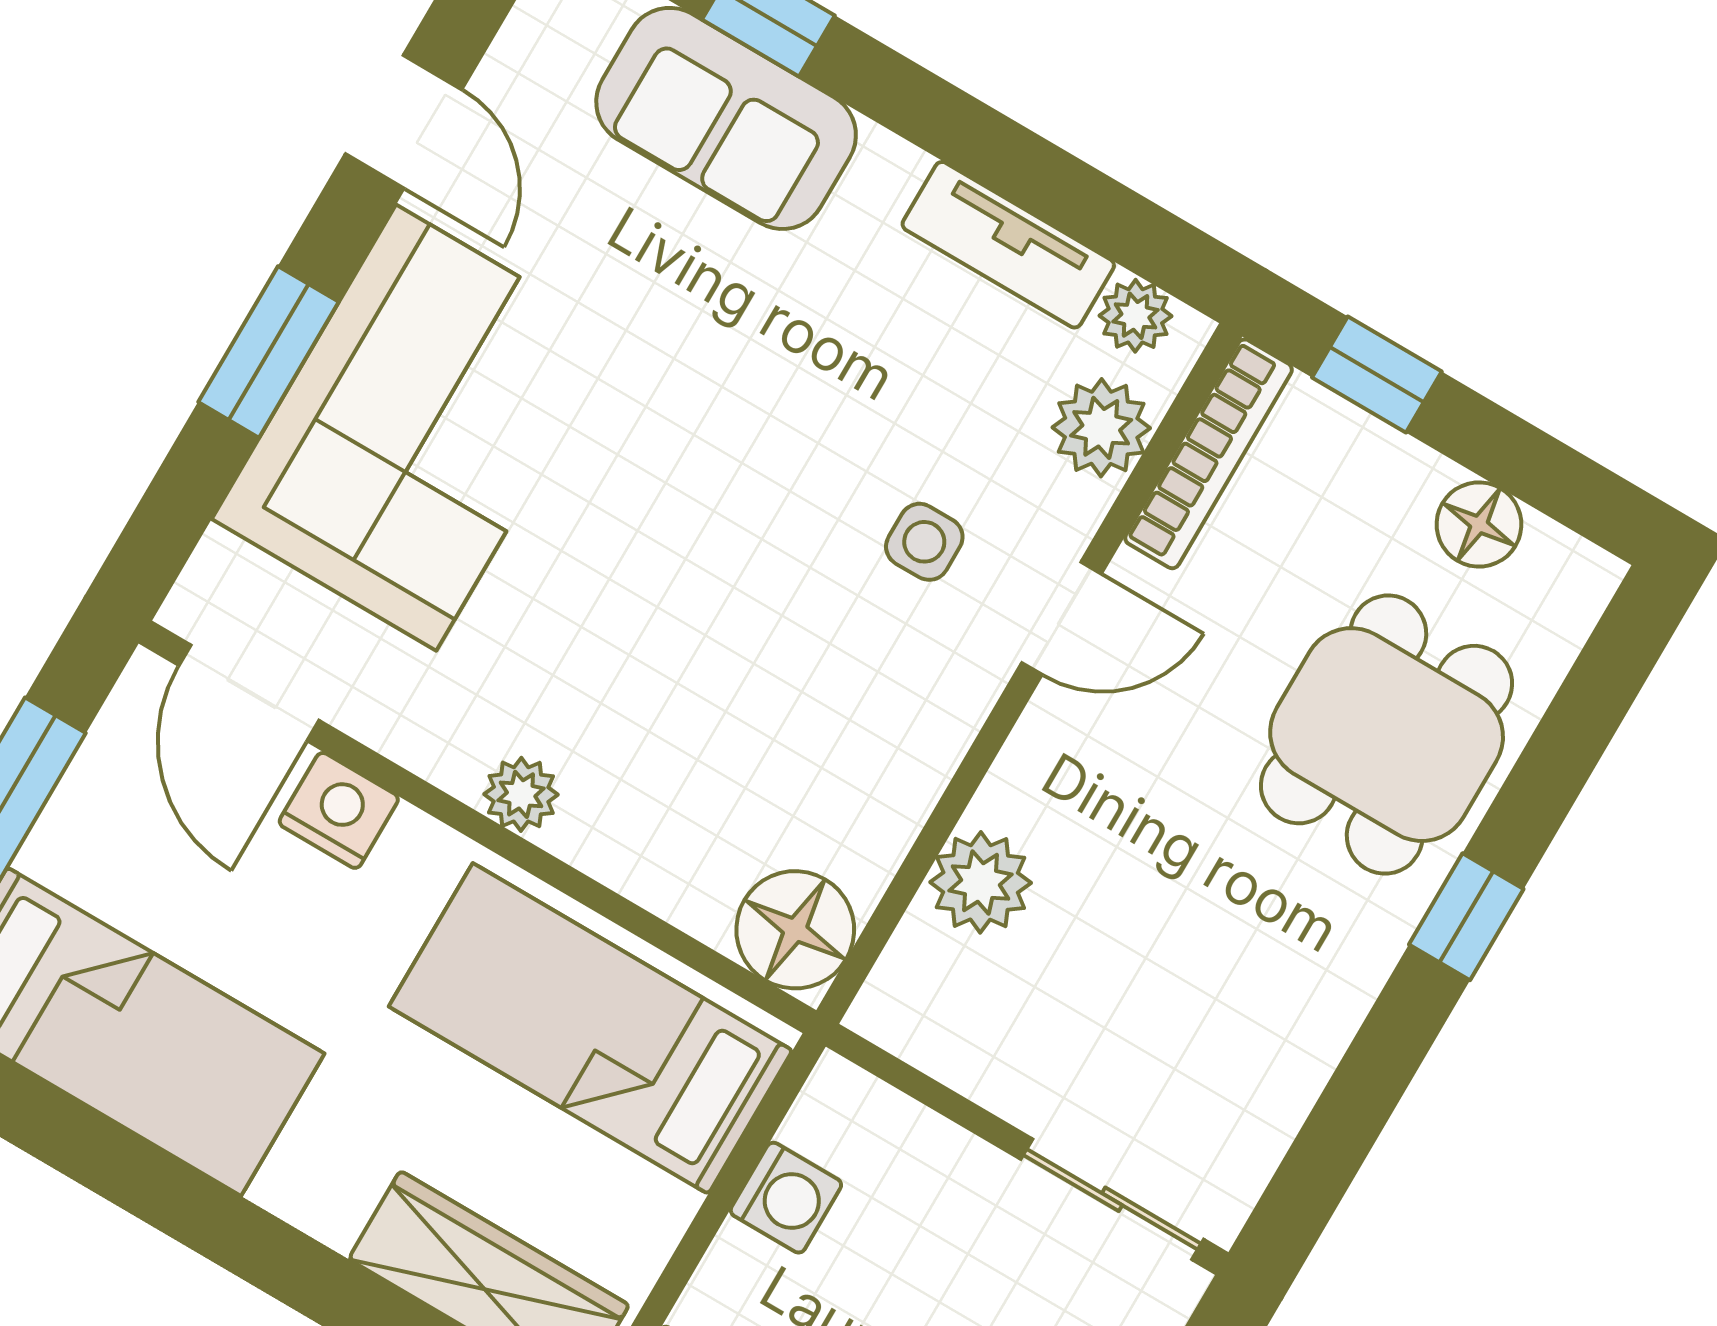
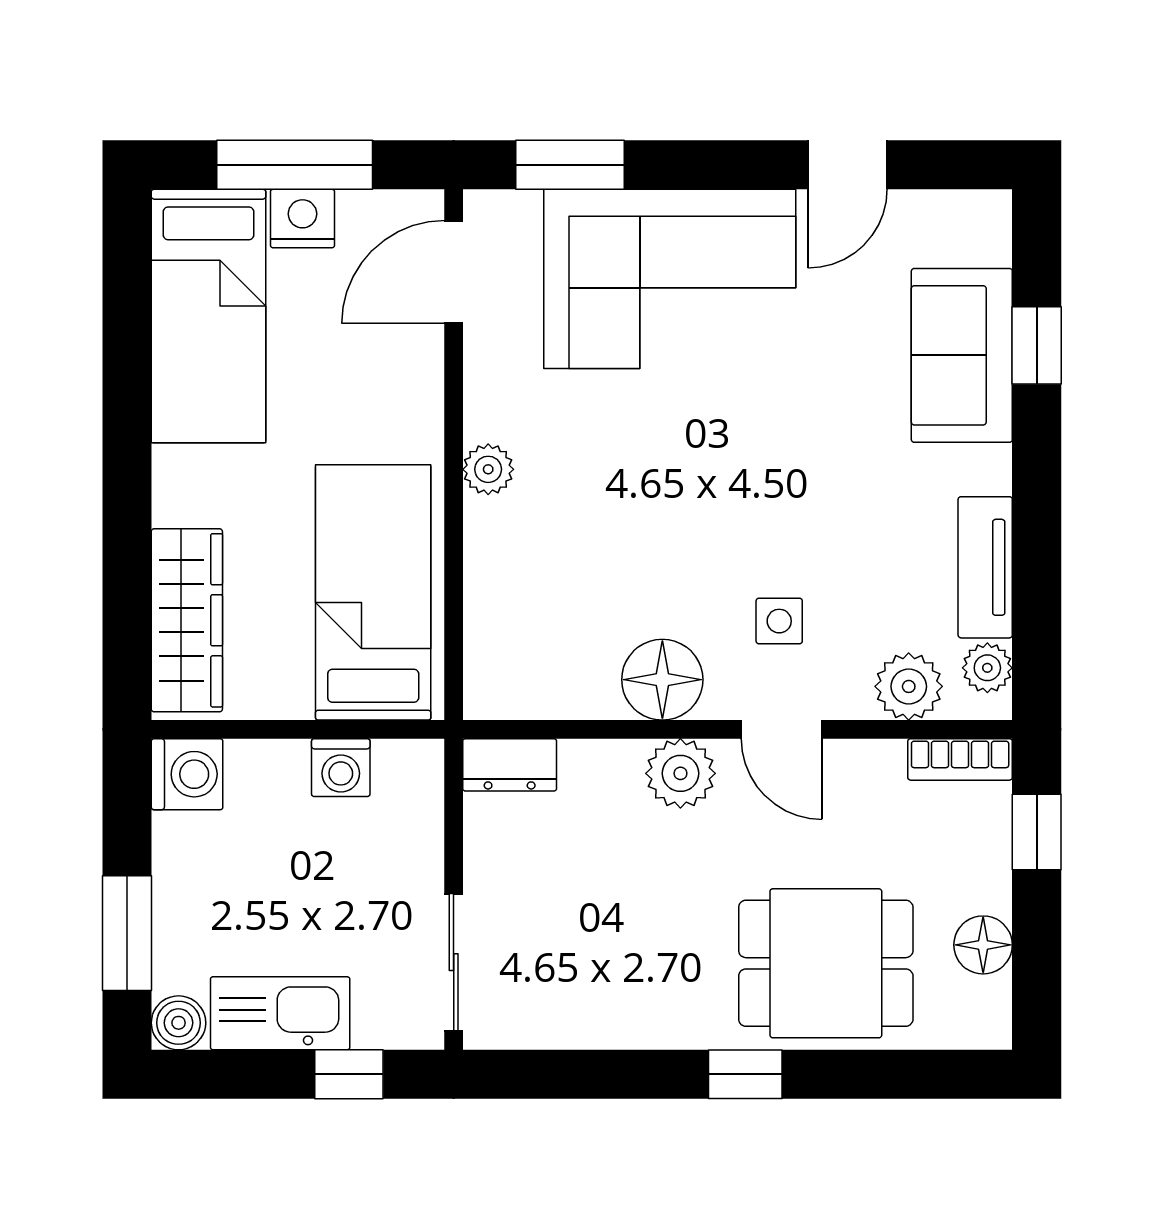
window: (269, 352) -> (570, 165), moved
bookcase: (1209, 454) -> (960, 759), width x0.64
nightstand: (339, 810) -> (302, 219), moved, turned -90
plant: (981, 882) -> (680, 773), moved
floor lamp: (795, 930) -> (662, 680), moved
dresser: (906, 984) -> (510, 765), added

